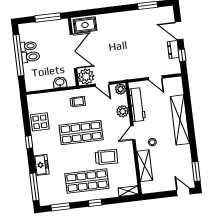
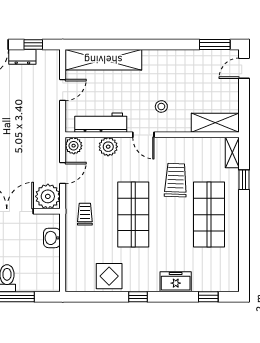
shelving: (180, 120) -> (103, 60), moved
shelving: (145, 166) -> (215, 123), moved
window: (34, 187) -> (208, 297), width x0.46
window: (95, 203) -> (244, 180), moved
window: (60, 207) -> (244, 260), removed

